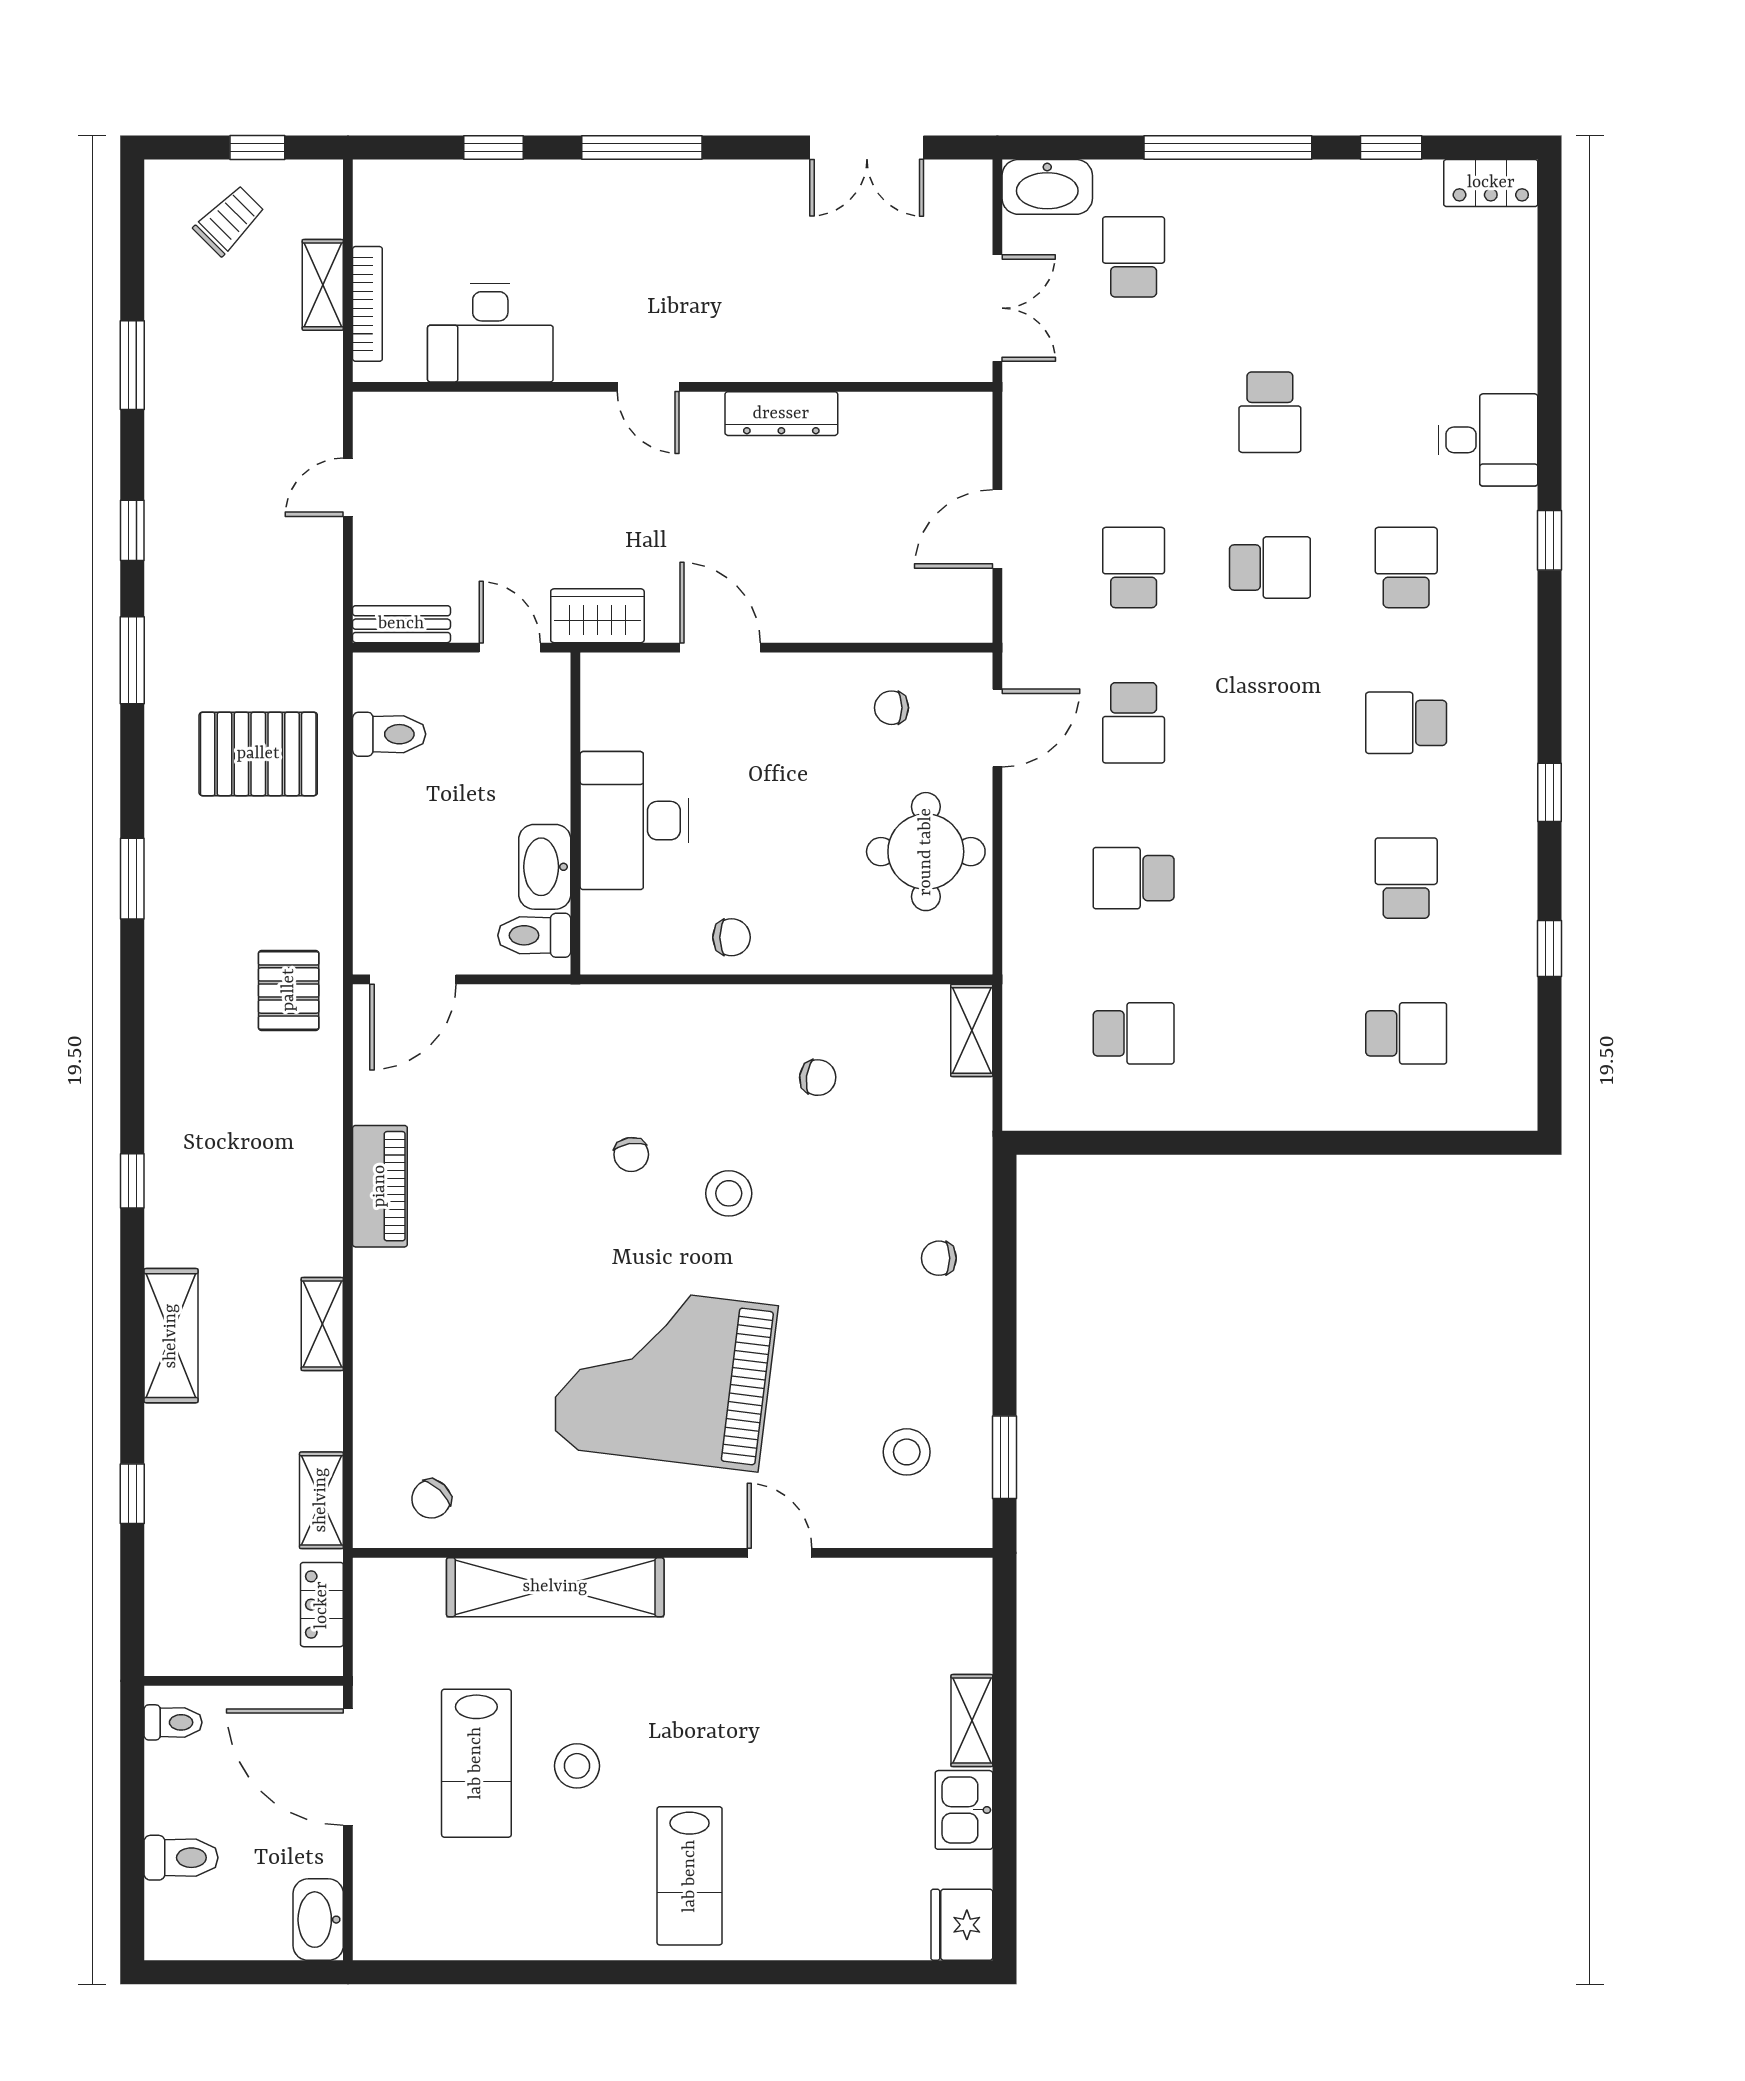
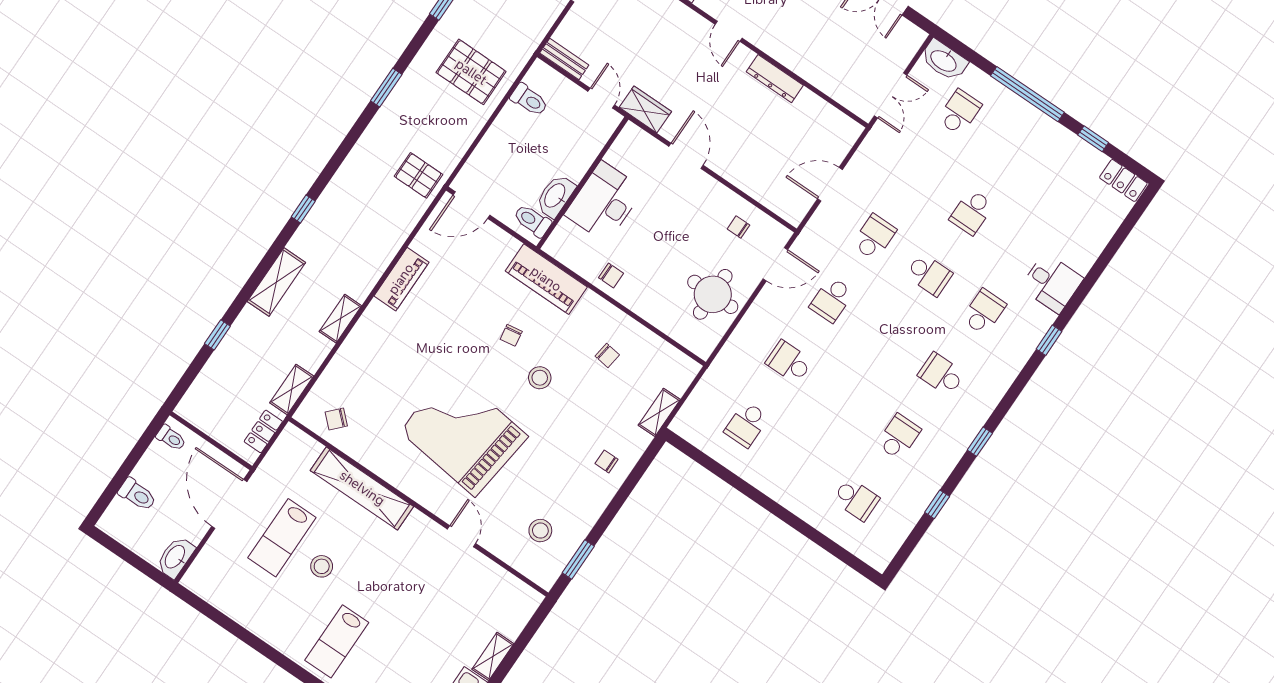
pallet: (289, 990) -> (418, 175), turned 90
piano: (626, 1018) -> (546, 279), added
shelving: (972, 1030) -> (659, 412), moved
school desk: (1134, 1033) -> (746, 424), turned 90

